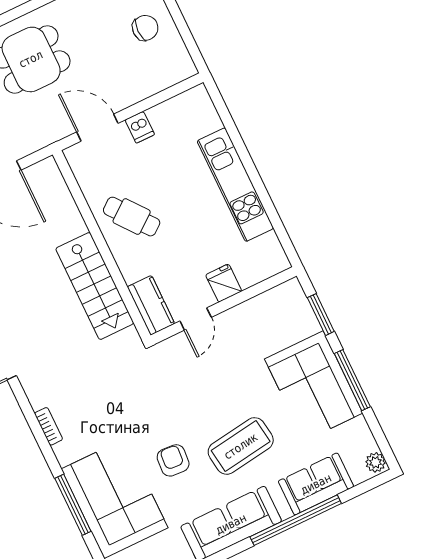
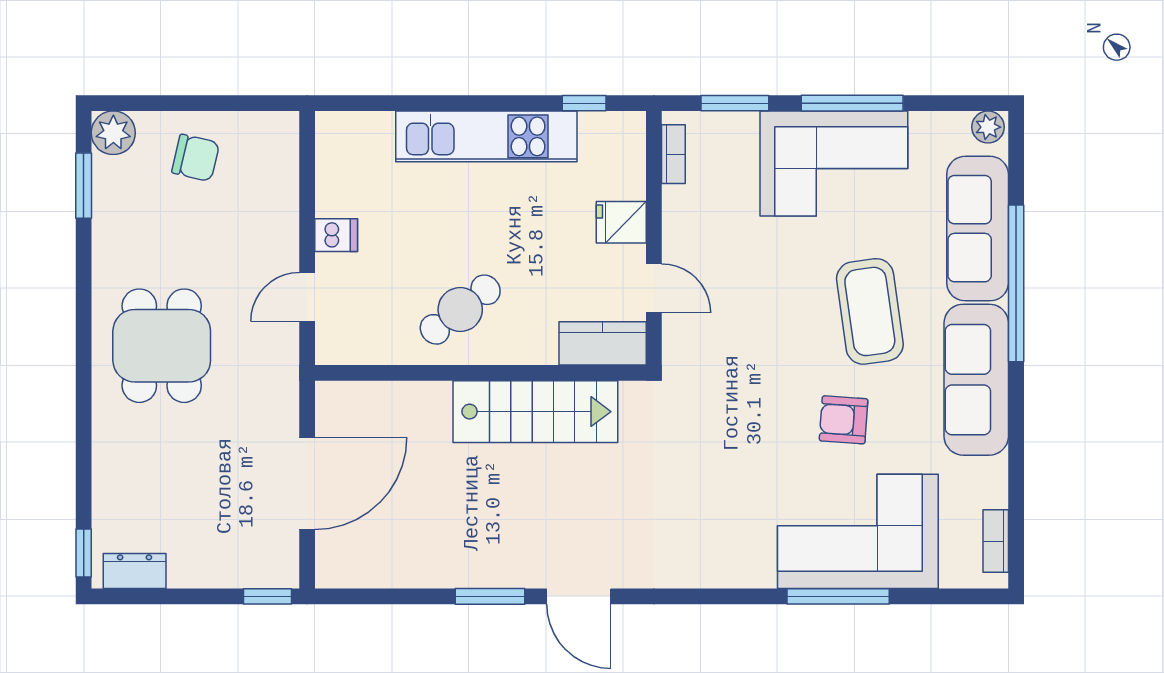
chair: (145, 28) -> (196, 158), turned 103
door: (97, 128) -> (307, 297), width x0.73
window: (280, 230) -> (584, 103), added
bookcase: (49, 426) -> (673, 154), moved, turned 90
sofa: (316, 484) -> (978, 229), width x1.36

